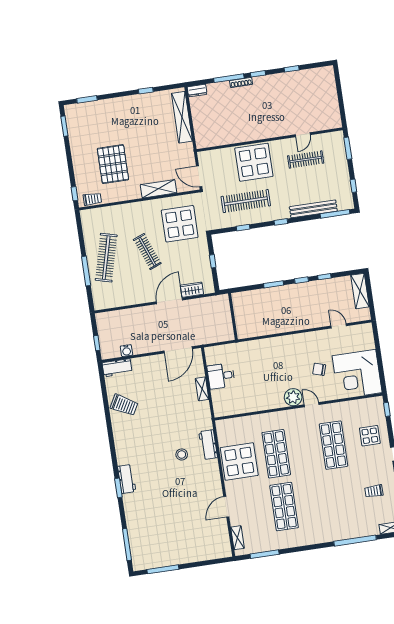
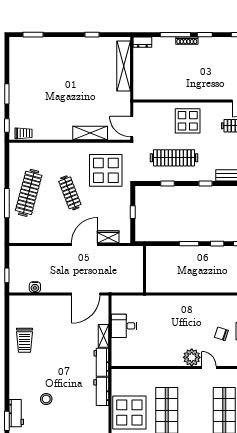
window: (64, 126) -> (7, 94), moved
display table: (254, 162) -> (188, 121), width x0.73, depth x0.73
pallet: (113, 164) -> (49, 102), removed
workbench: (117, 368) -> (101, 362), moved, turned 90
trolley: (124, 405) -> (25, 340), turned 61
stool: (182, 454) -> (46, 399), moved

